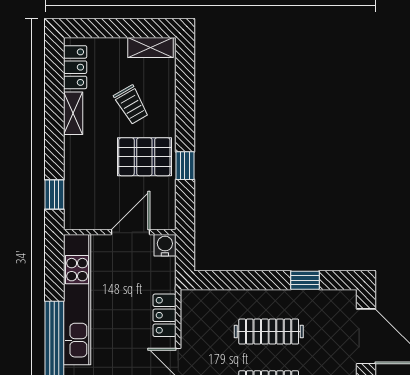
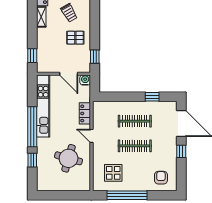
pallet: (144, 157) -> (75, 38), width x0.67, depth x0.71
window: (185, 166) -> (95, 57), moved
door: (131, 232) -> (69, 74), swing flipped

